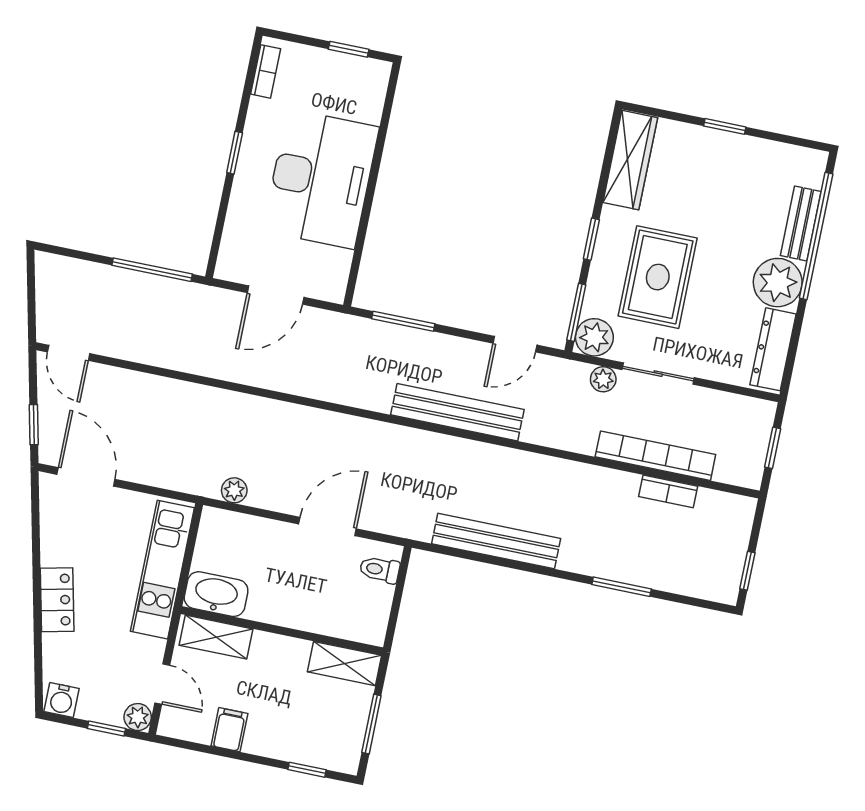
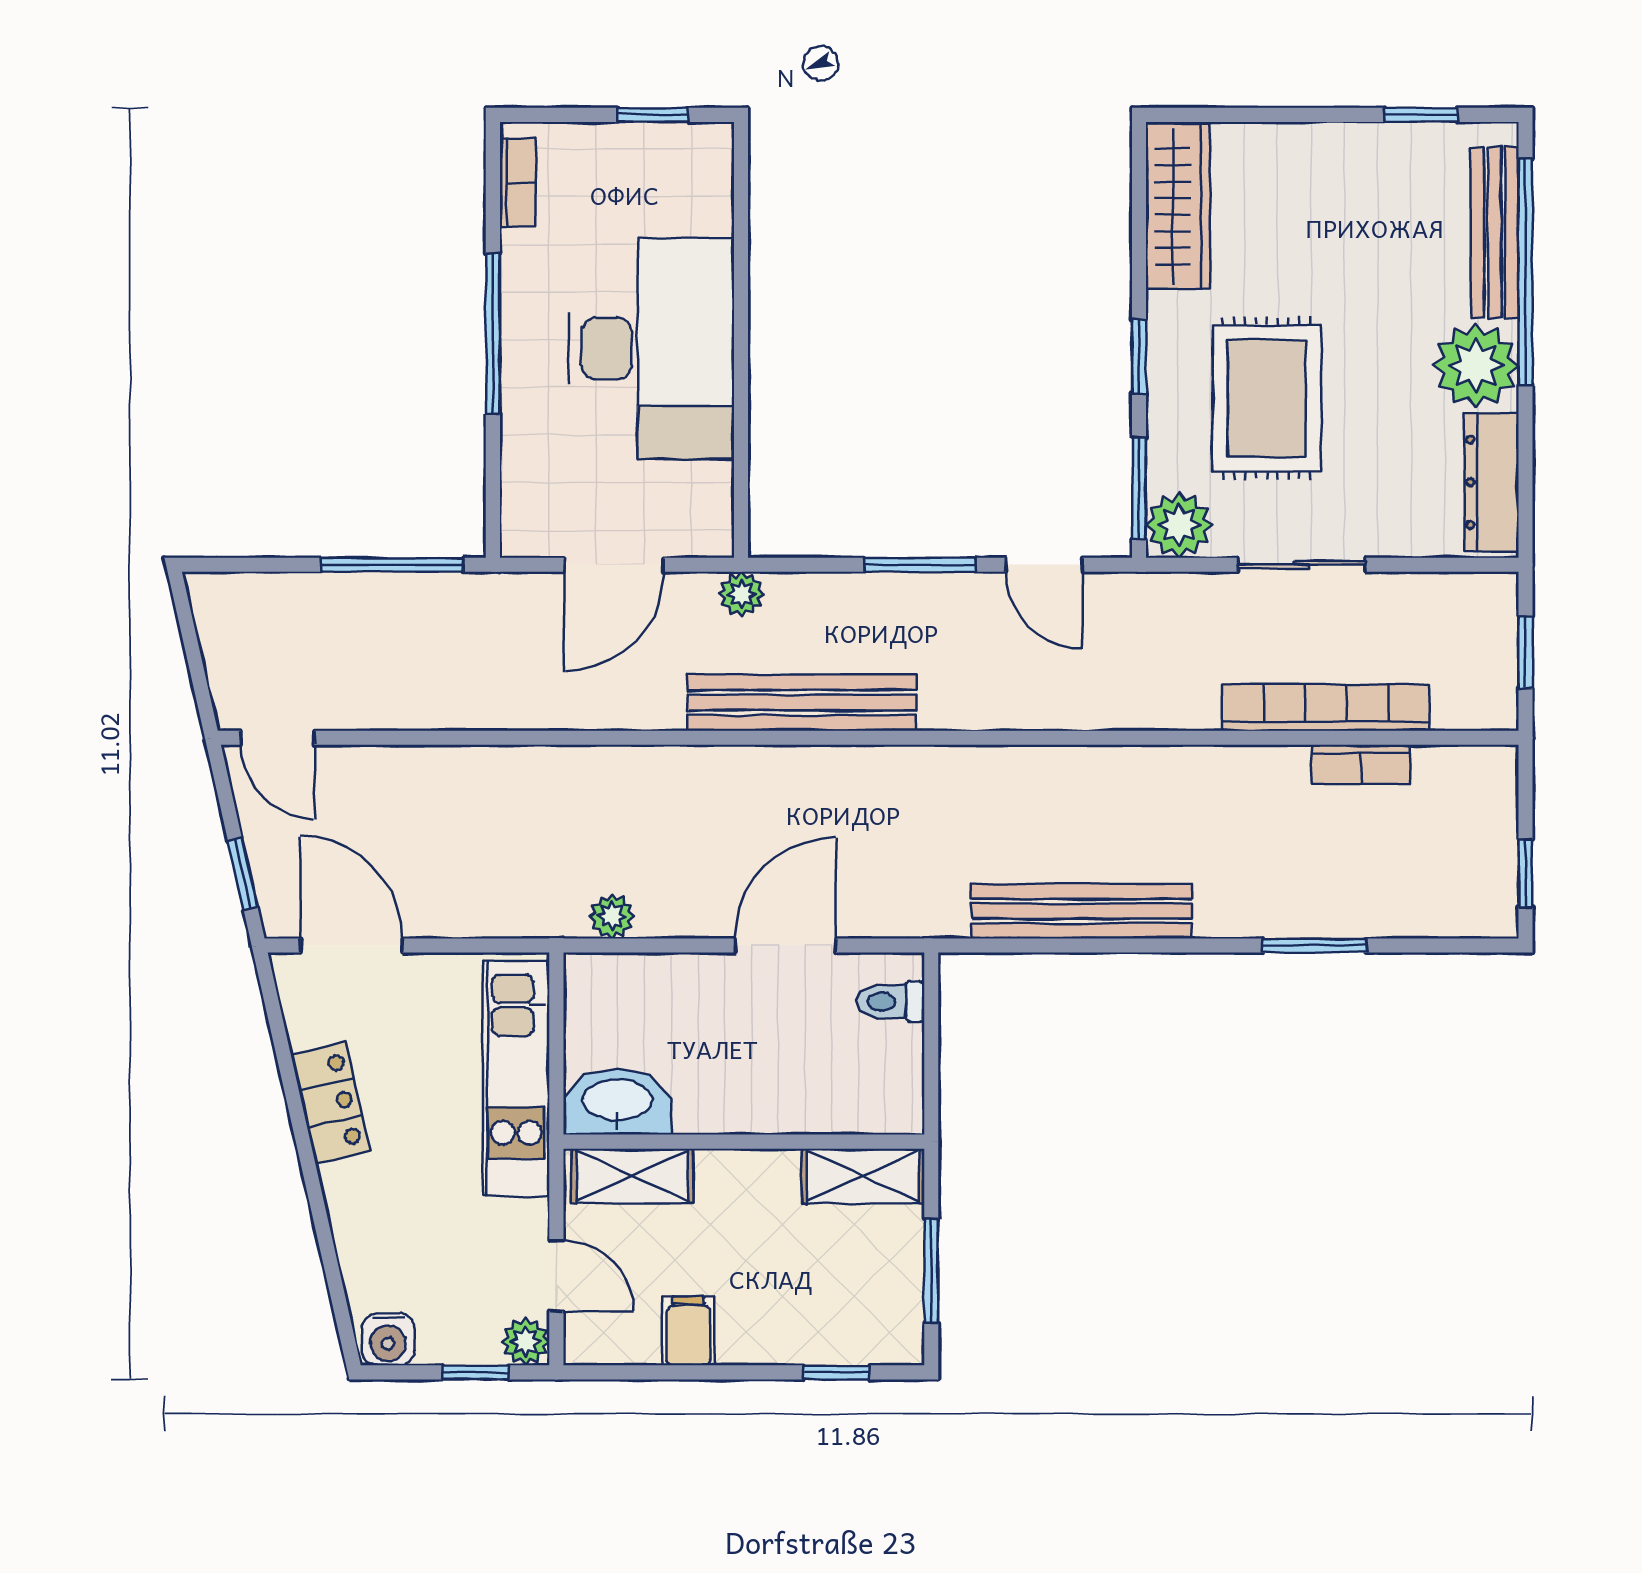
window: (725, 126) -> (1421, 115), moved
window: (235, 153) -> (493, 334), width x2.17
bench: (801, 223) -> (1495, 233), width x1.36
window: (403, 321) -> (920, 565), moved
door: (515, 344) -> (1044, 565), hinge flipped
plant: (603, 379) -> (742, 594), moved
bench: (457, 412) -> (802, 703), moved
locker: (57, 600) -> (330, 1103), moved

